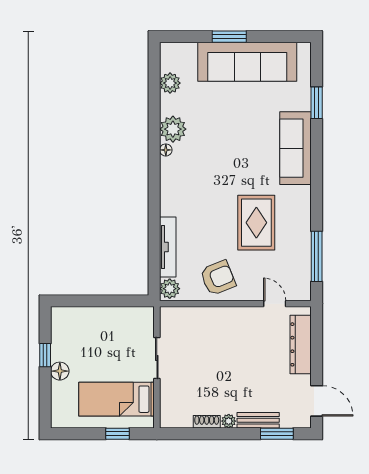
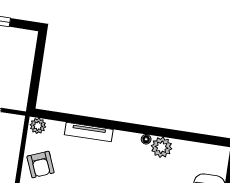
plant: (170, 83) -> (198, 151), removed
tv unit: (168, 247) -> (89, 132), moved

